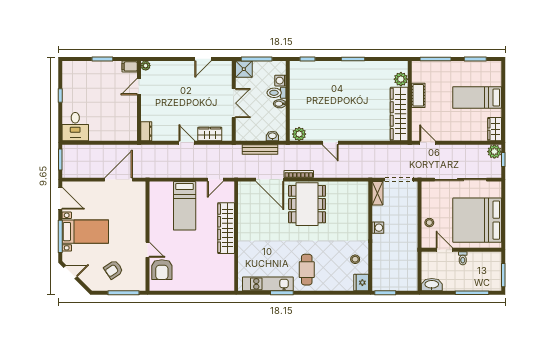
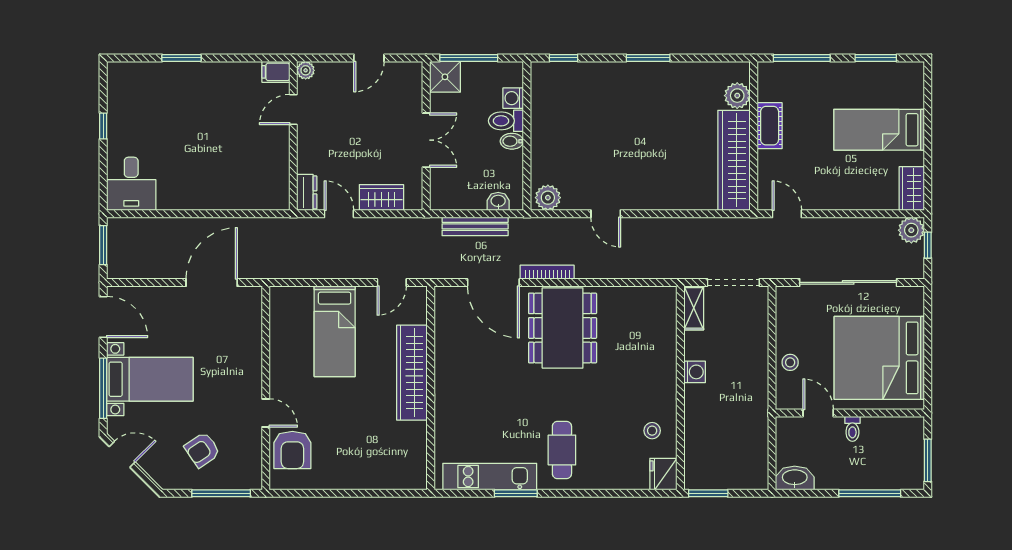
filing cabinet: (130, 66) -> (276, 72), moved
plant: (146, 66) -> (306, 70), moved
door: (139, 87) -> (293, 109), moved
wall: (139, 101) -> (293, 136), moved
dresser: (146, 131) -> (307, 192), moved

